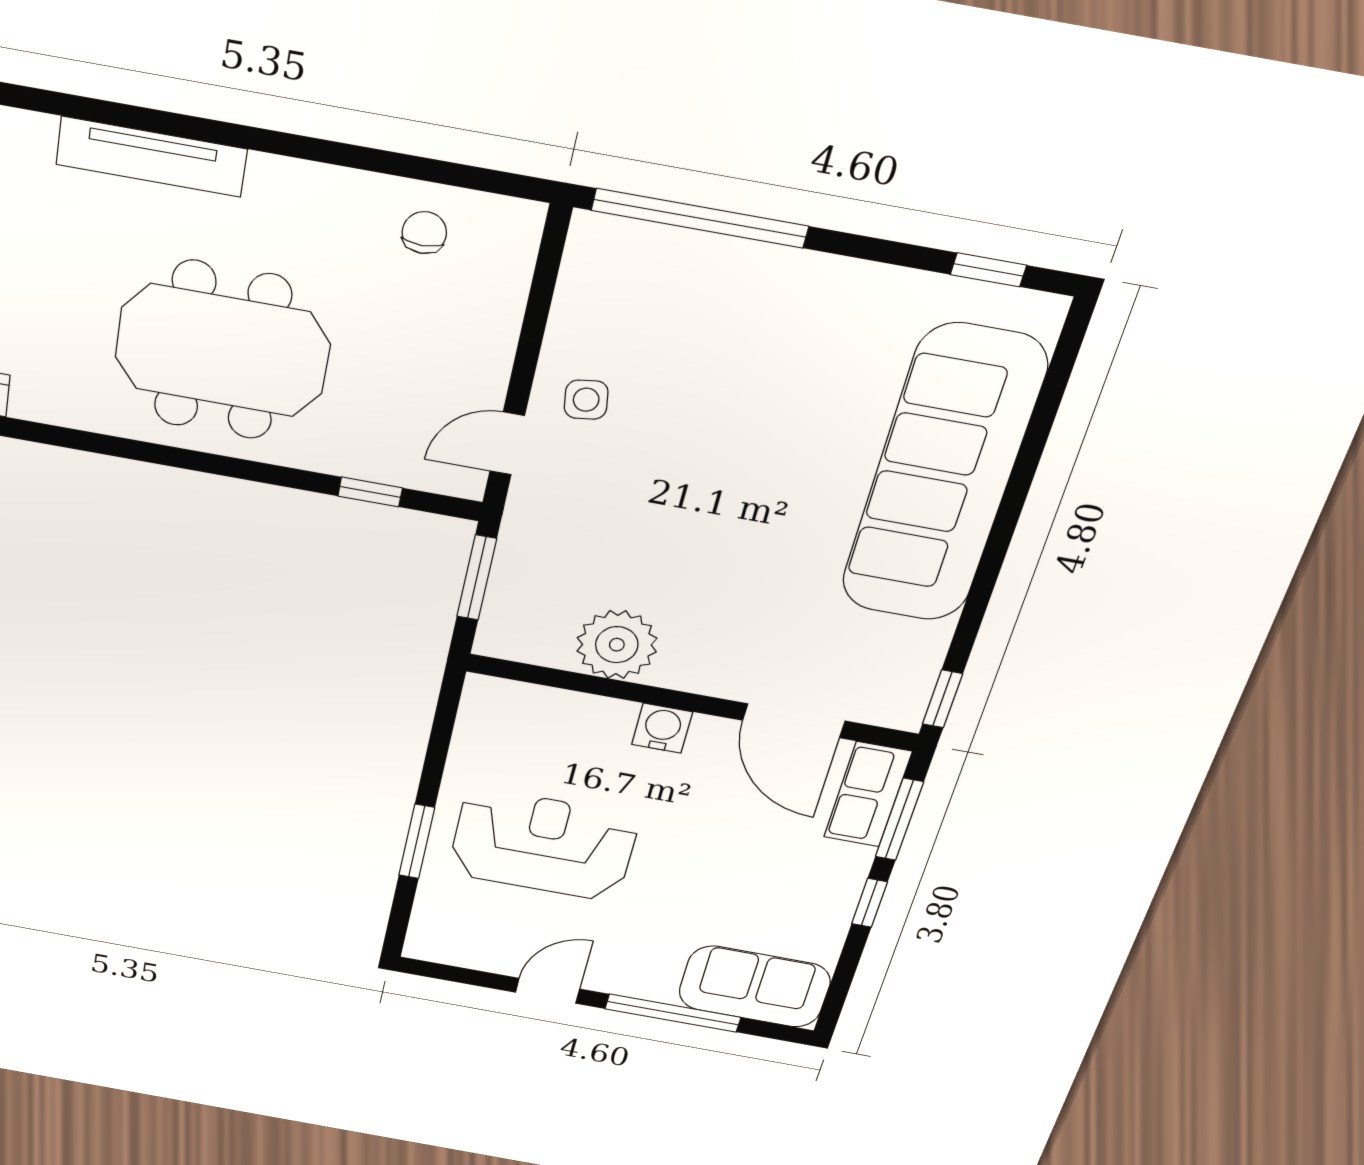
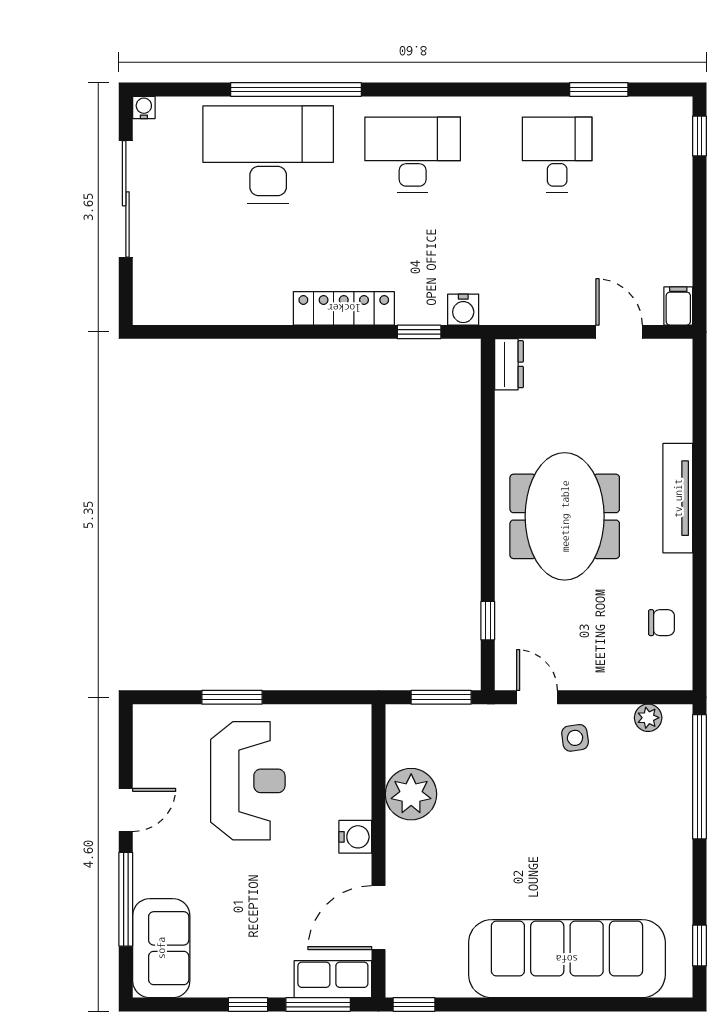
tv unit: (151, 157) -> (678, 498), moved
plant: (580, 282) -> (648, 718), added
door: (547, 991) -> (126, 810), hinge flipped

